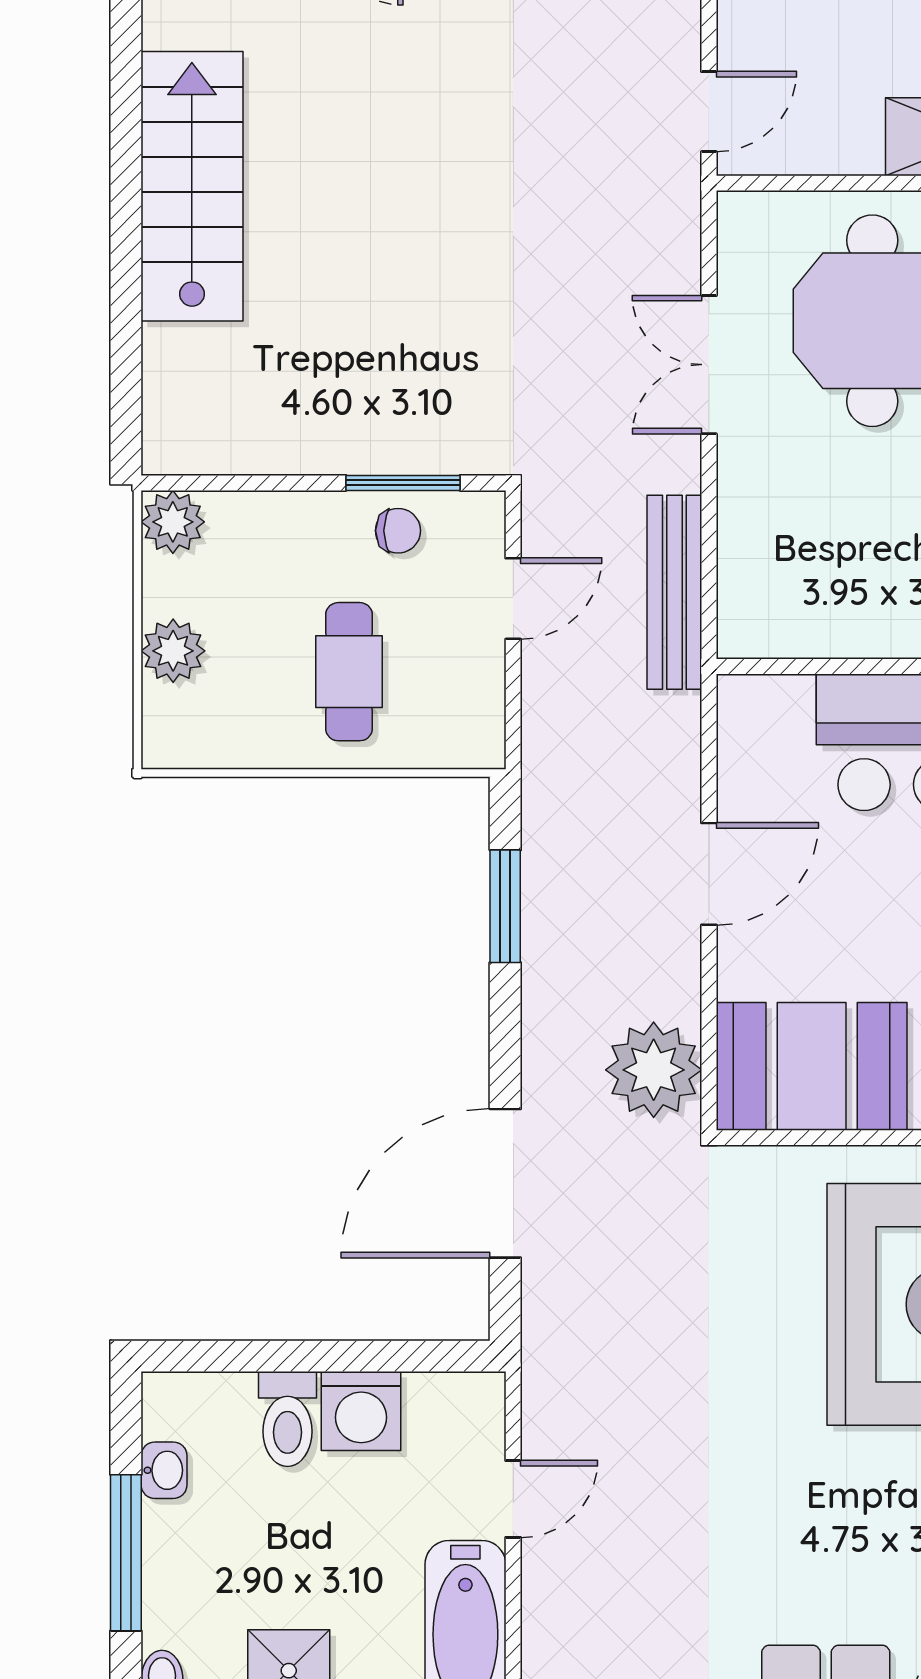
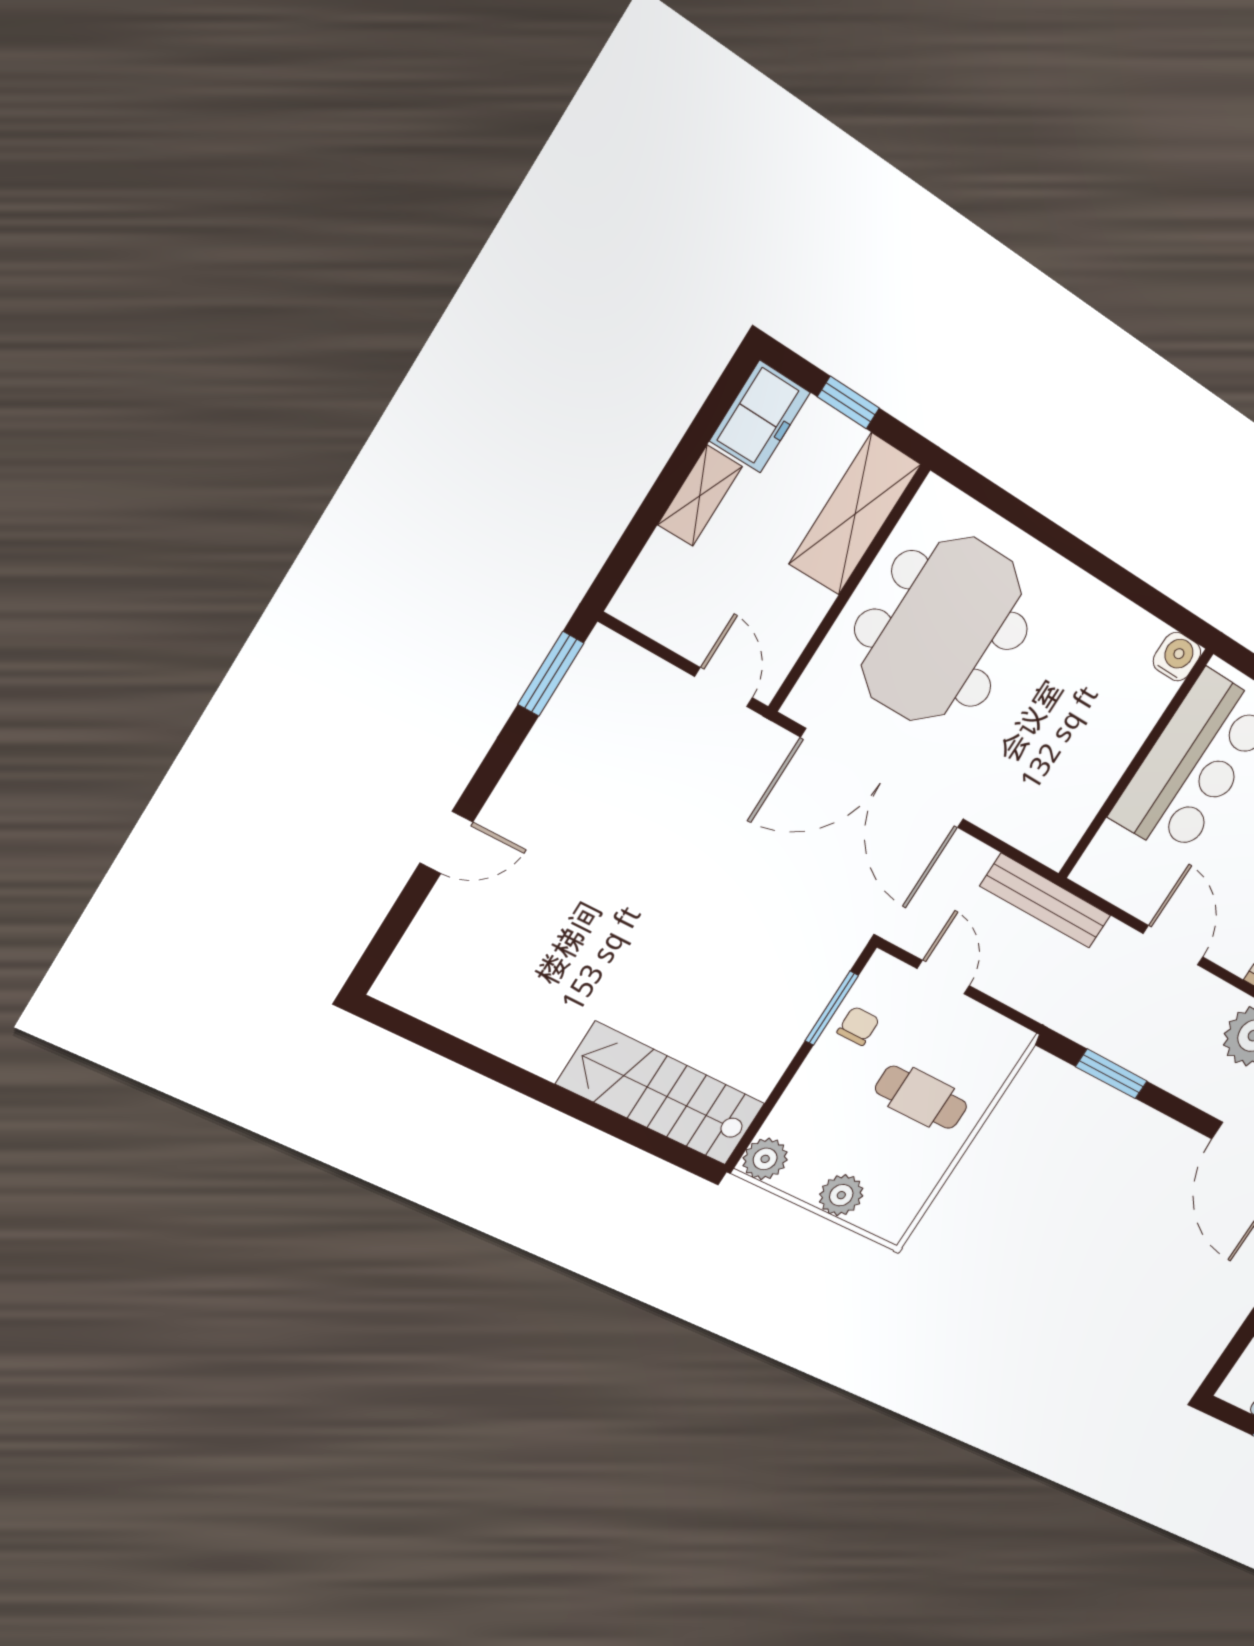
stairs: (192, 186) -> (661, 1094), moved
double door: (709, 365) -> (883, 779), width x1.87
bench: (674, 592) -> (1046, 901), moved

